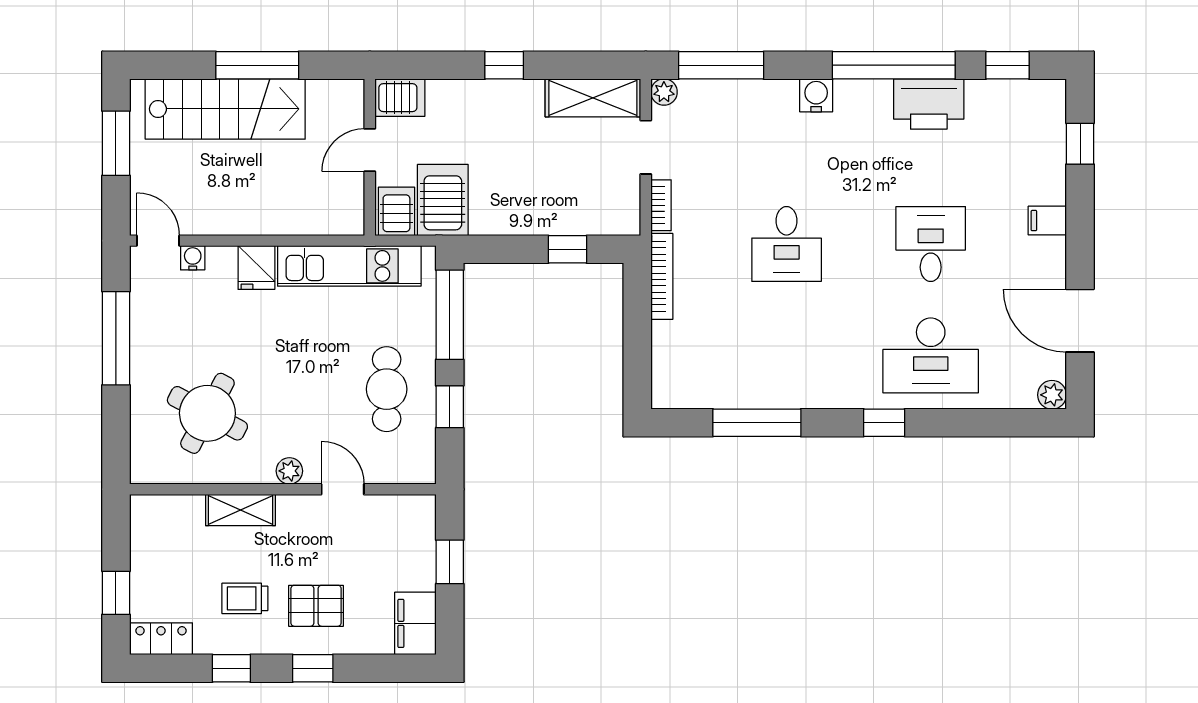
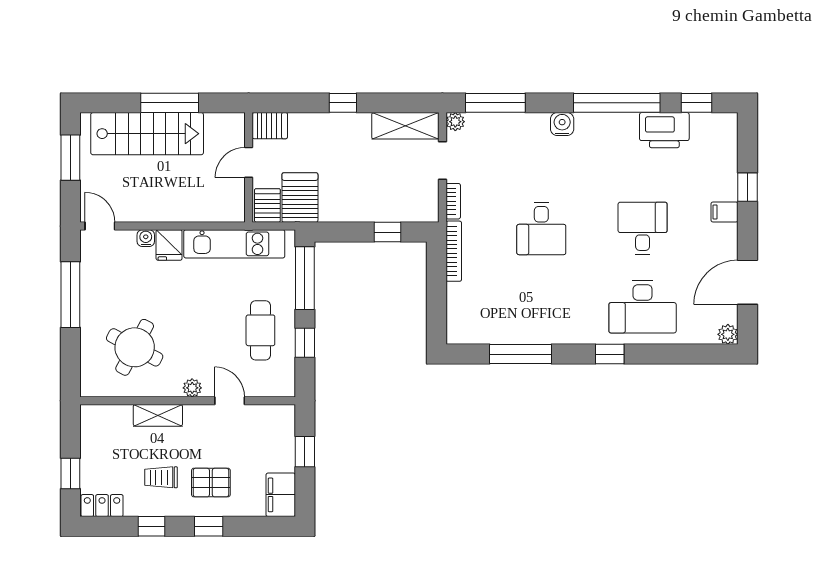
printer: (929, 104) -> (664, 130), moved
window: (1080, 144) -> (747, 187), moved
water cooler: (193, 258) -> (146, 238), moved
door: (1080, 321) -> (747, 282), hinge flipped

